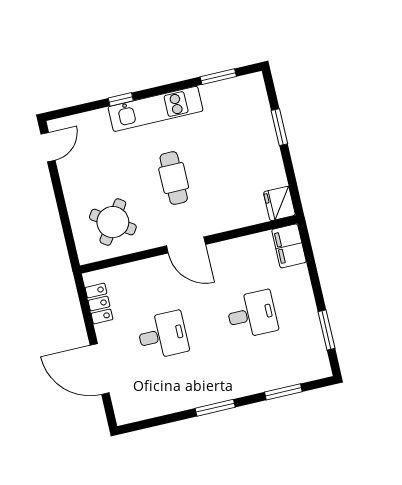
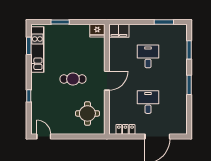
kitchen unit: (155, 109) -> (37, 50), moved
round table: (113, 222) -> (87, 113), turned -34

